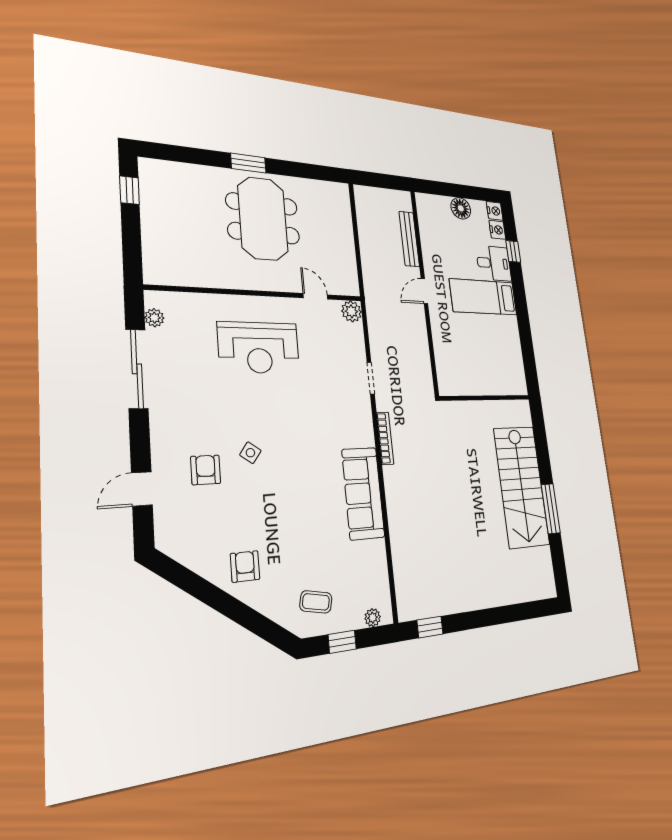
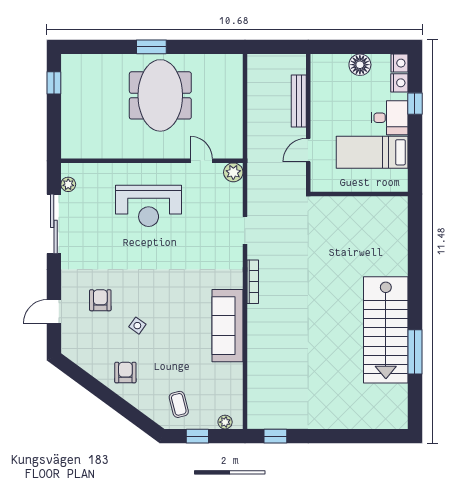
wall: (485, 398) -> (359, 194), moved
side table: (250, 453) -> (137, 326), moved
coffee table: (316, 602) -> (179, 404), turned 64

